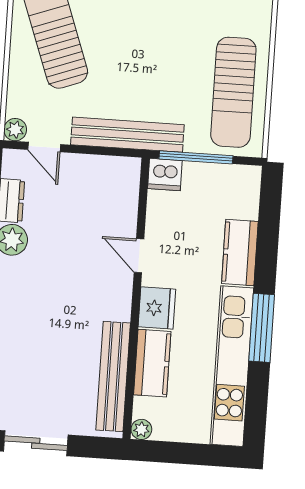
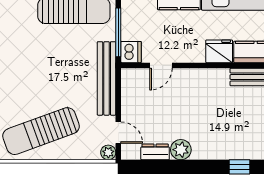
door: (44, 147) -> (118, 133), hinge flipped
door: (139, 256) -> (161, 65), moved

